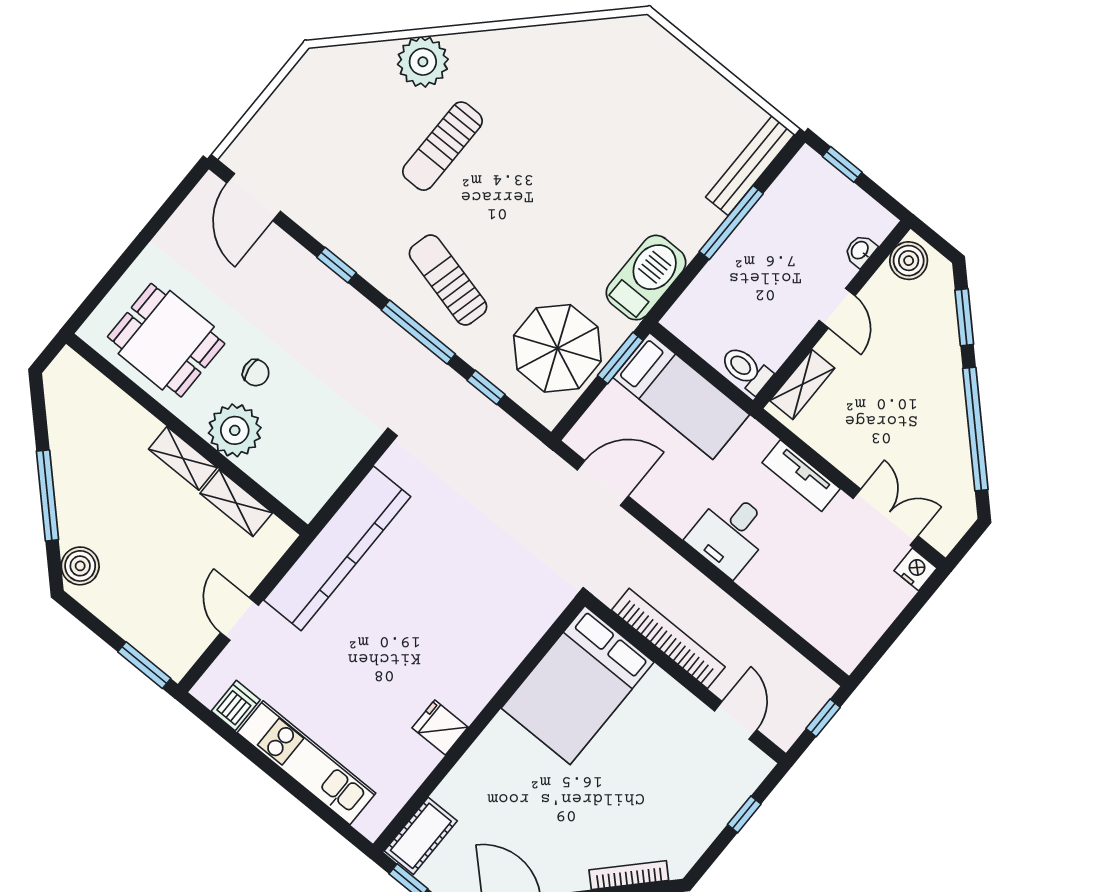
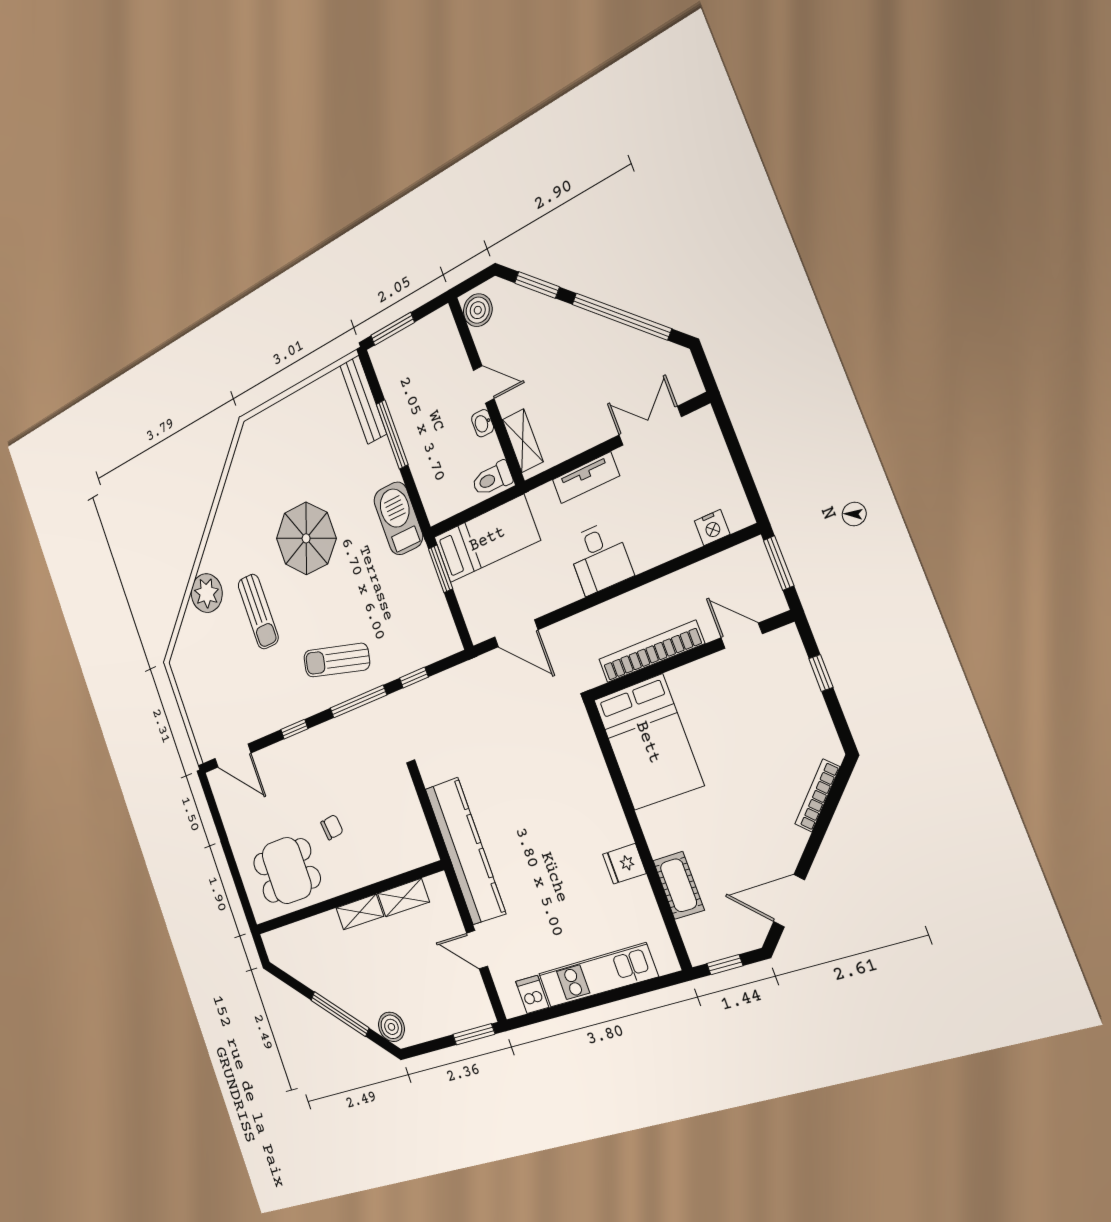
window: (842, 164) -> (393, 329), width x1.50
washbasin: (860, 251) -> (483, 423), moved
parasol: (557, 348) -> (306, 538), moved
plant: (235, 430) -> (359, 866), removed
door: (603, 483) -> (516, 633), swing flipped
nightstand: (916, 569) -> (712, 528), moved, turned 180
window: (823, 718) -> (779, 563), width x1.50
cot: (421, 836) -> (679, 885), moved

